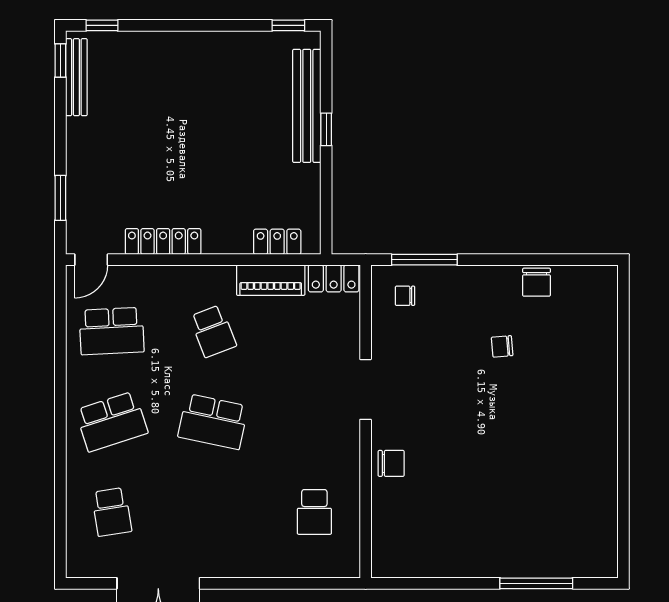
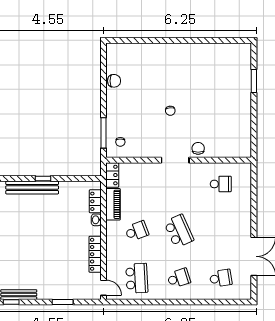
window: (60, 198) -> (63, 302), moved
washbasin: (237, 244) -> (96, 220), added
chair: (502, 346) -> (170, 111), moved
doorway: (366, 389) -> (175, 160), moved
school desk: (112, 421) -> (179, 278), width x0.54
school desk: (213, 421) -> (179, 231), turned -36
window: (536, 583) -> (254, 81), width x0.69

